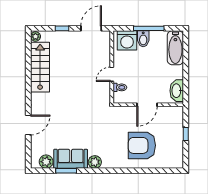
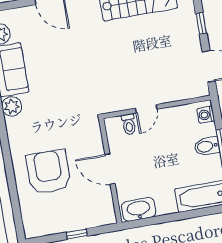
washing machine: (127, 40) -> (206, 115), width x0.53, depth x0.53
door: (112, 74) -> (146, 109), swing flipped

